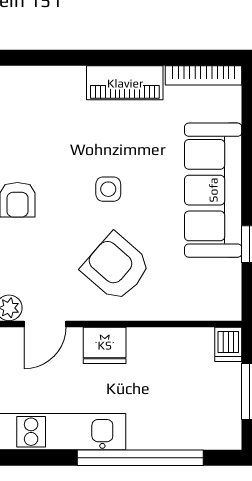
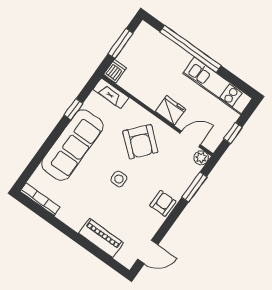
piano: (125, 83) -> (101, 238), moved
fireplace: (211, 308) -> (111, 93), added

